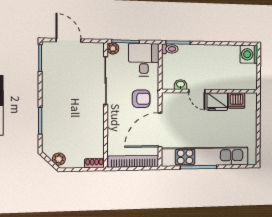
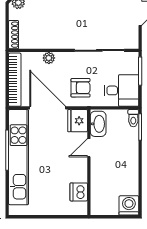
plant: (113, 48) -> (49, 58), moved
washbasin: (181, 85) -> (98, 124), width x1.91, depth x1.45
armchair: (141, 99) -> (80, 88), turned -90
fridge: (217, 102) -> (78, 121), moved
shoe rack: (94, 163) -> (14, 35), width x1.43

